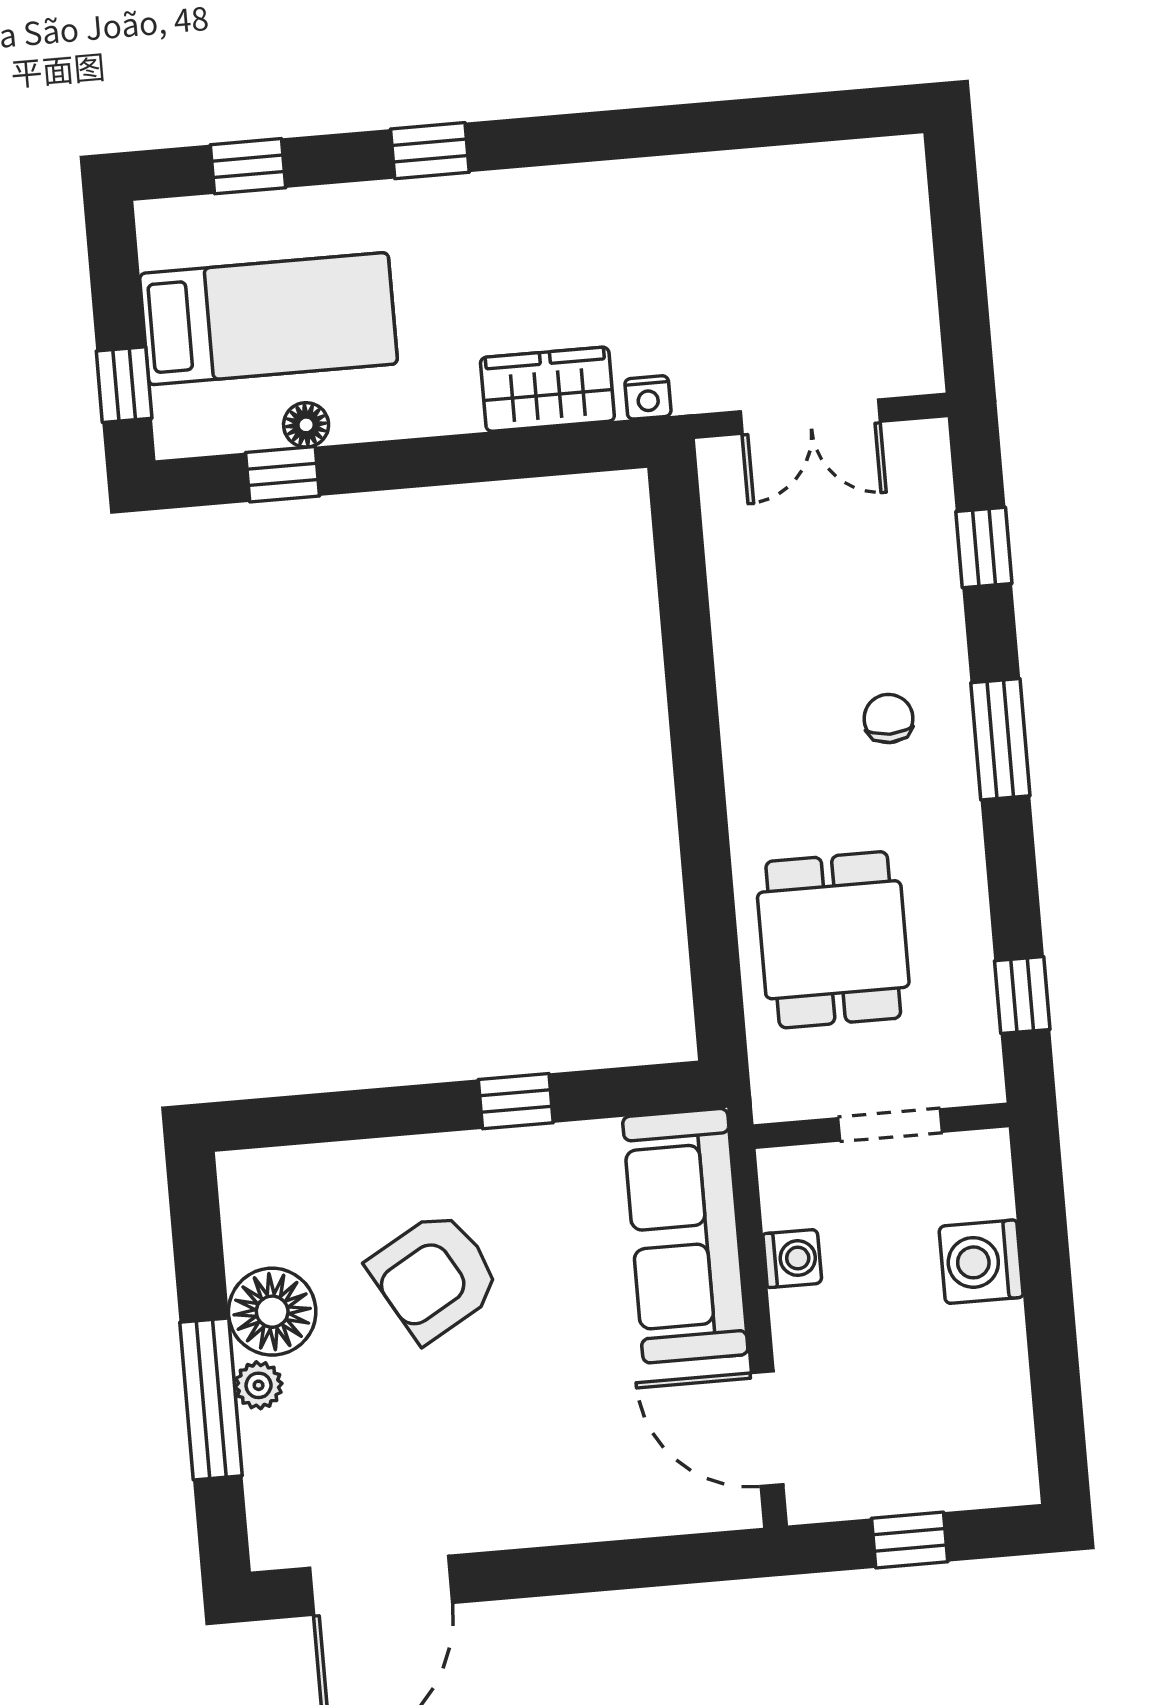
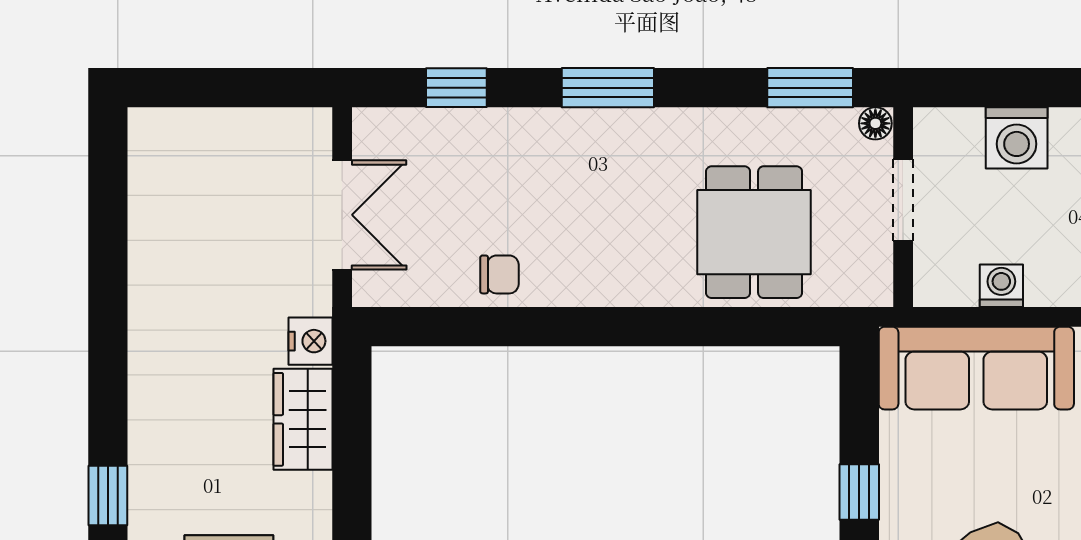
nightstand: (648, 397) -> (310, 341), width x1.39, depth x1.35
chair: (888, 719) -> (499, 274), moved, turned 180
dining table: (833, 940) -> (754, 232), turned 90
window: (1022, 995) -> (810, 88), width x1.50
floor lamp: (984, 1082) -> (875, 123), added

